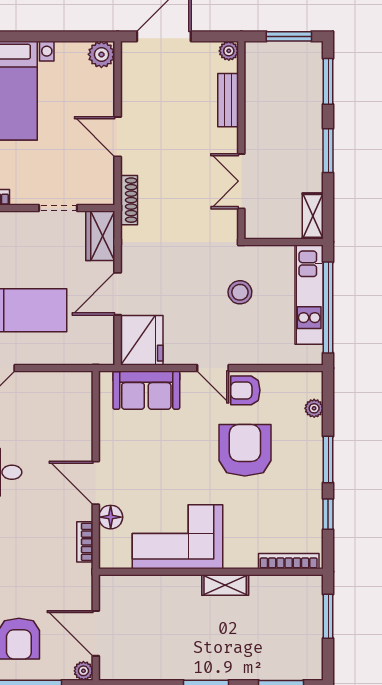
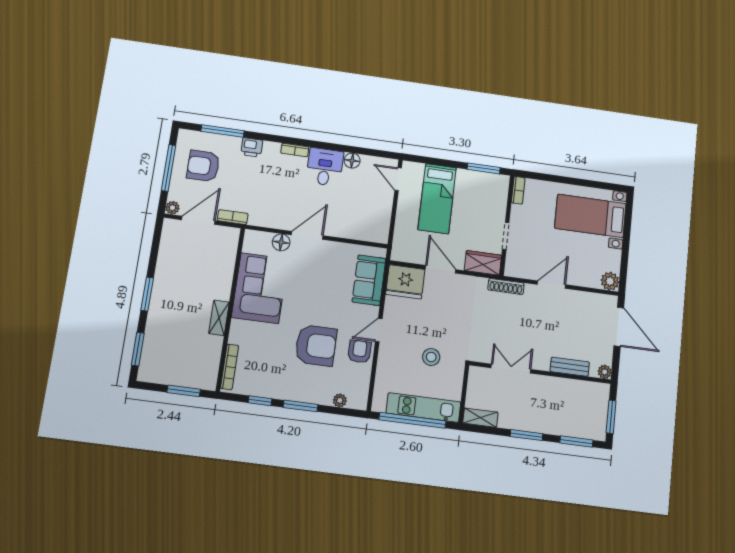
bookcase: (85, 542) -> (233, 217), moved

